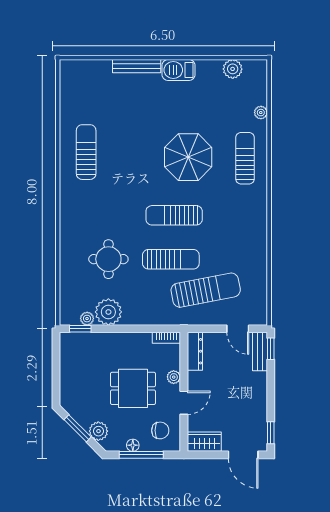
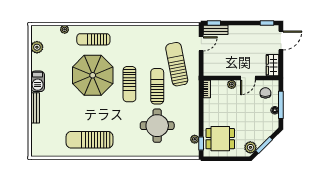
sun lounger: (86, 152) -> (89, 140), width x1.36, depth x1.34
parasol: (188, 157) -> (93, 75), width x1.36, depth x1.36
round table: (108, 259) -> (157, 126), width x1.36, depth x1.36
plant: (108, 312) -> (191, 126), removed
dresser: (195, 351) -> (215, 71), removed
dining table: (133, 388) -> (220, 139), moved, turned 90
door: (184, 403) -> (248, 78), swing flipped
plant: (98, 431) -> (250, 147), moved

